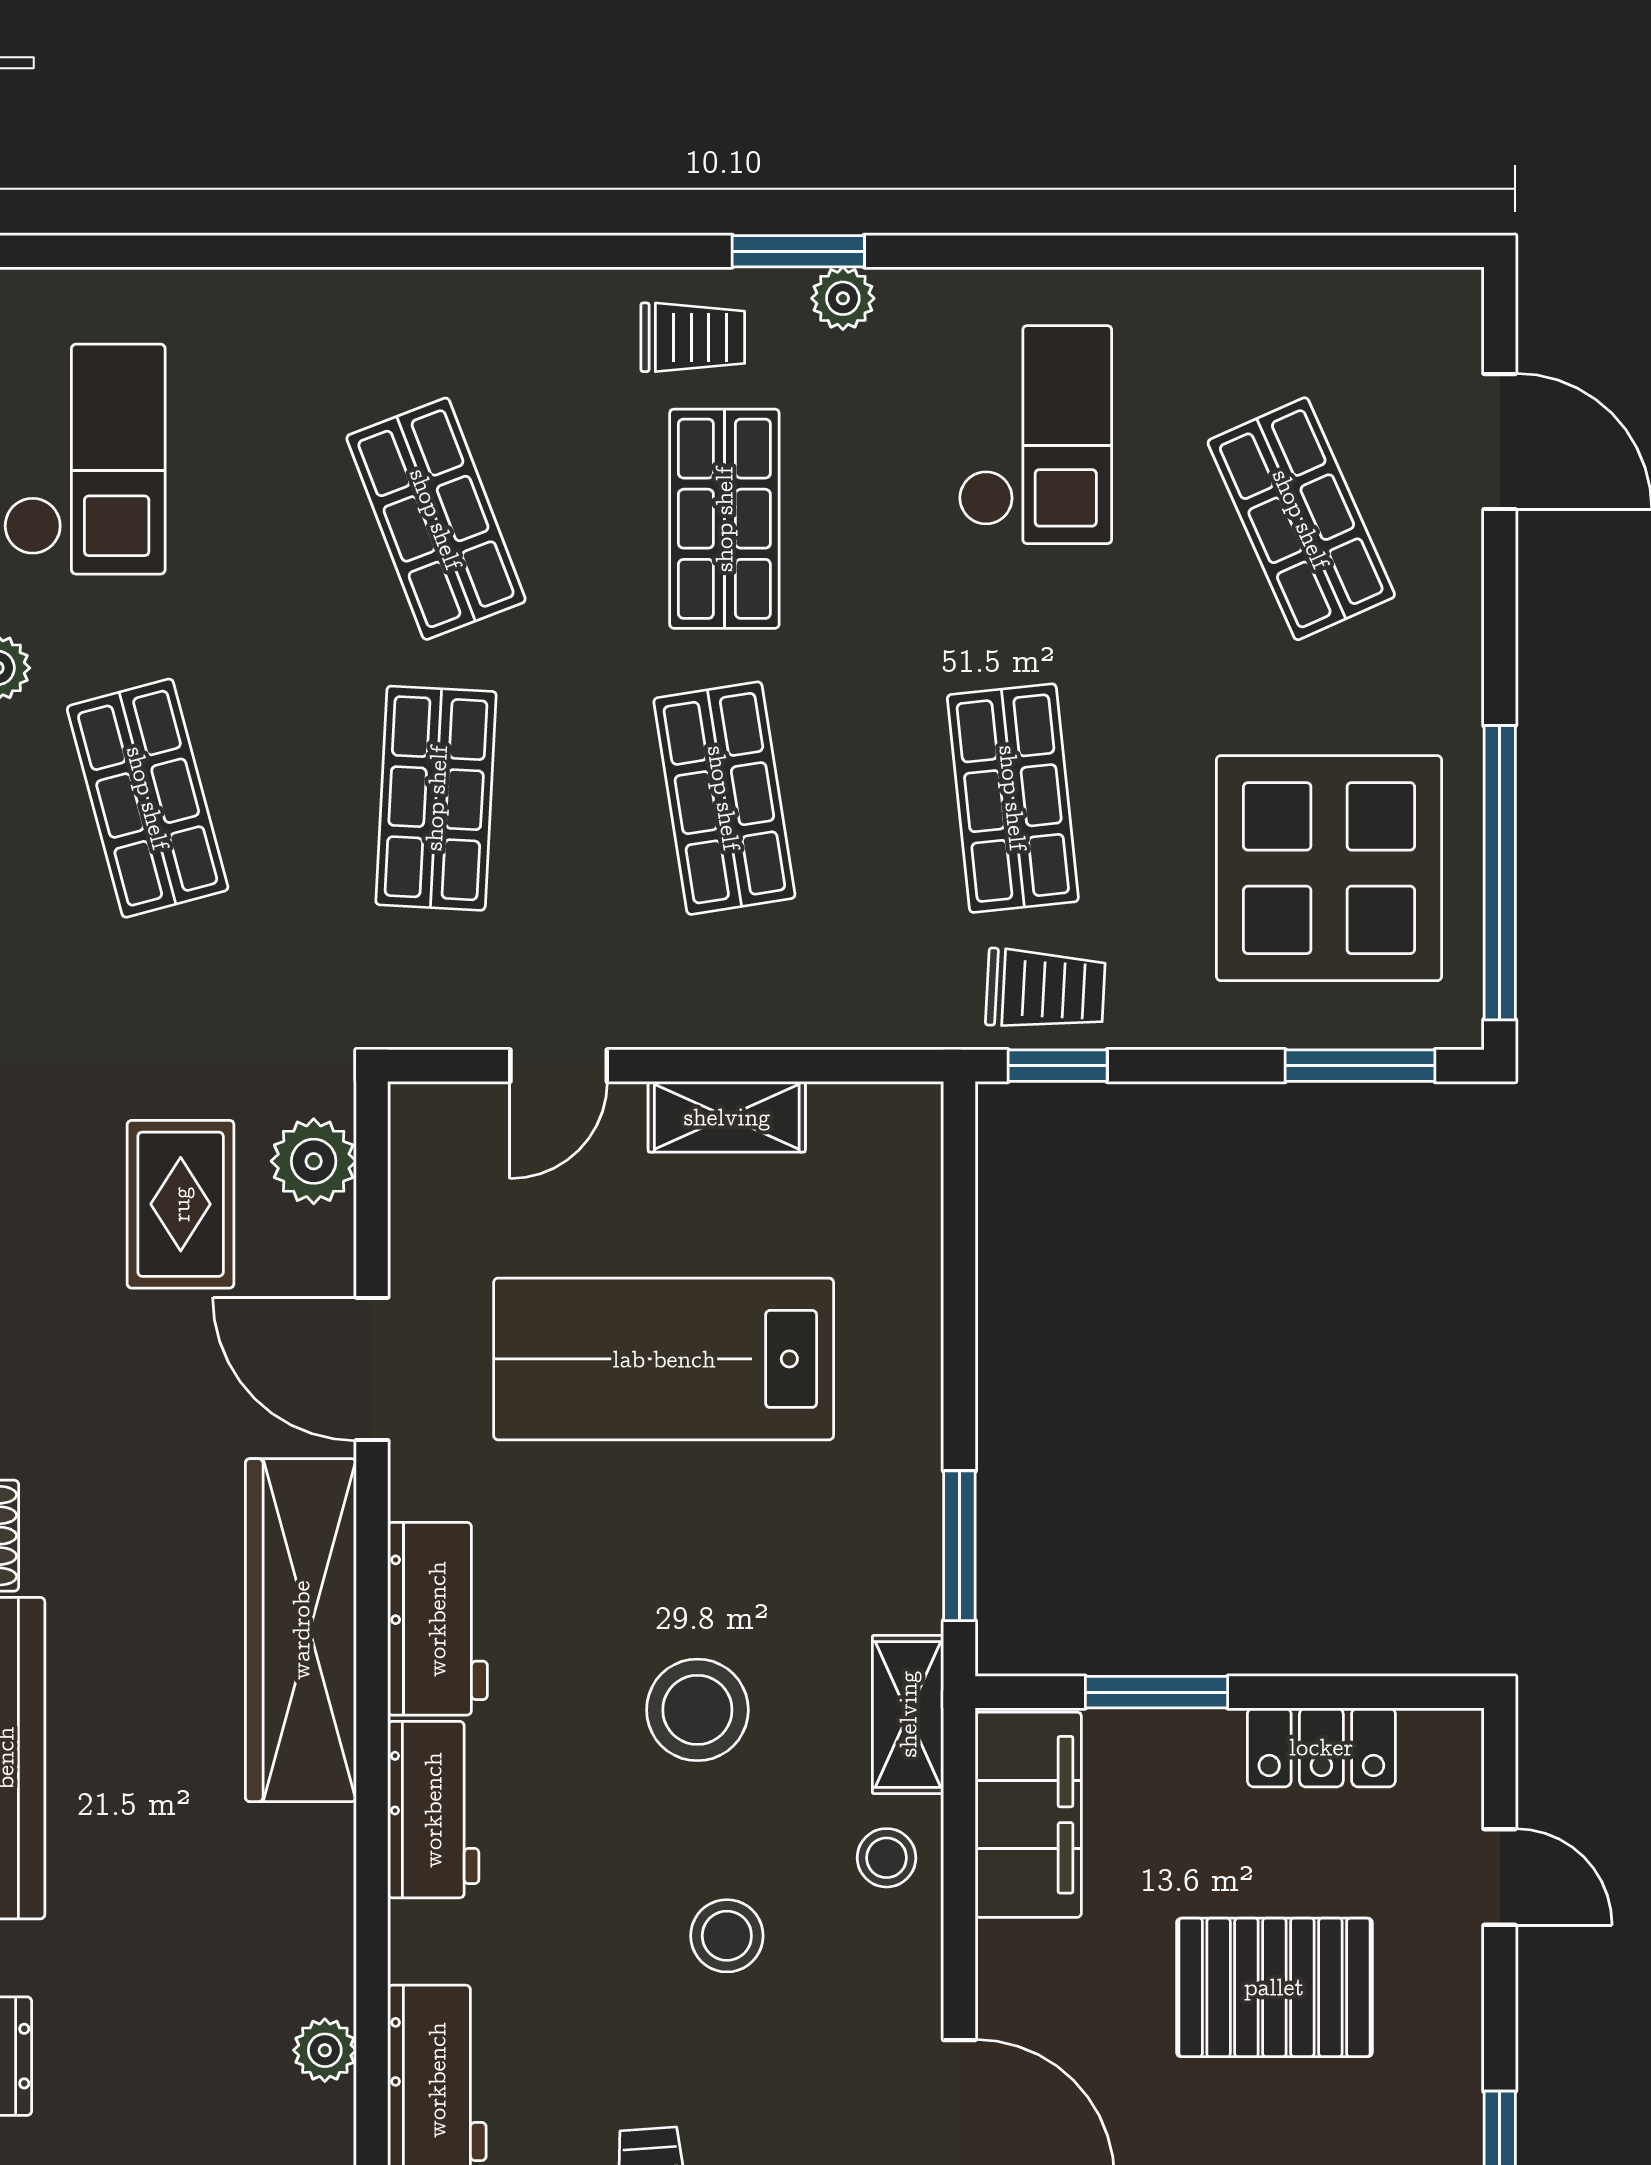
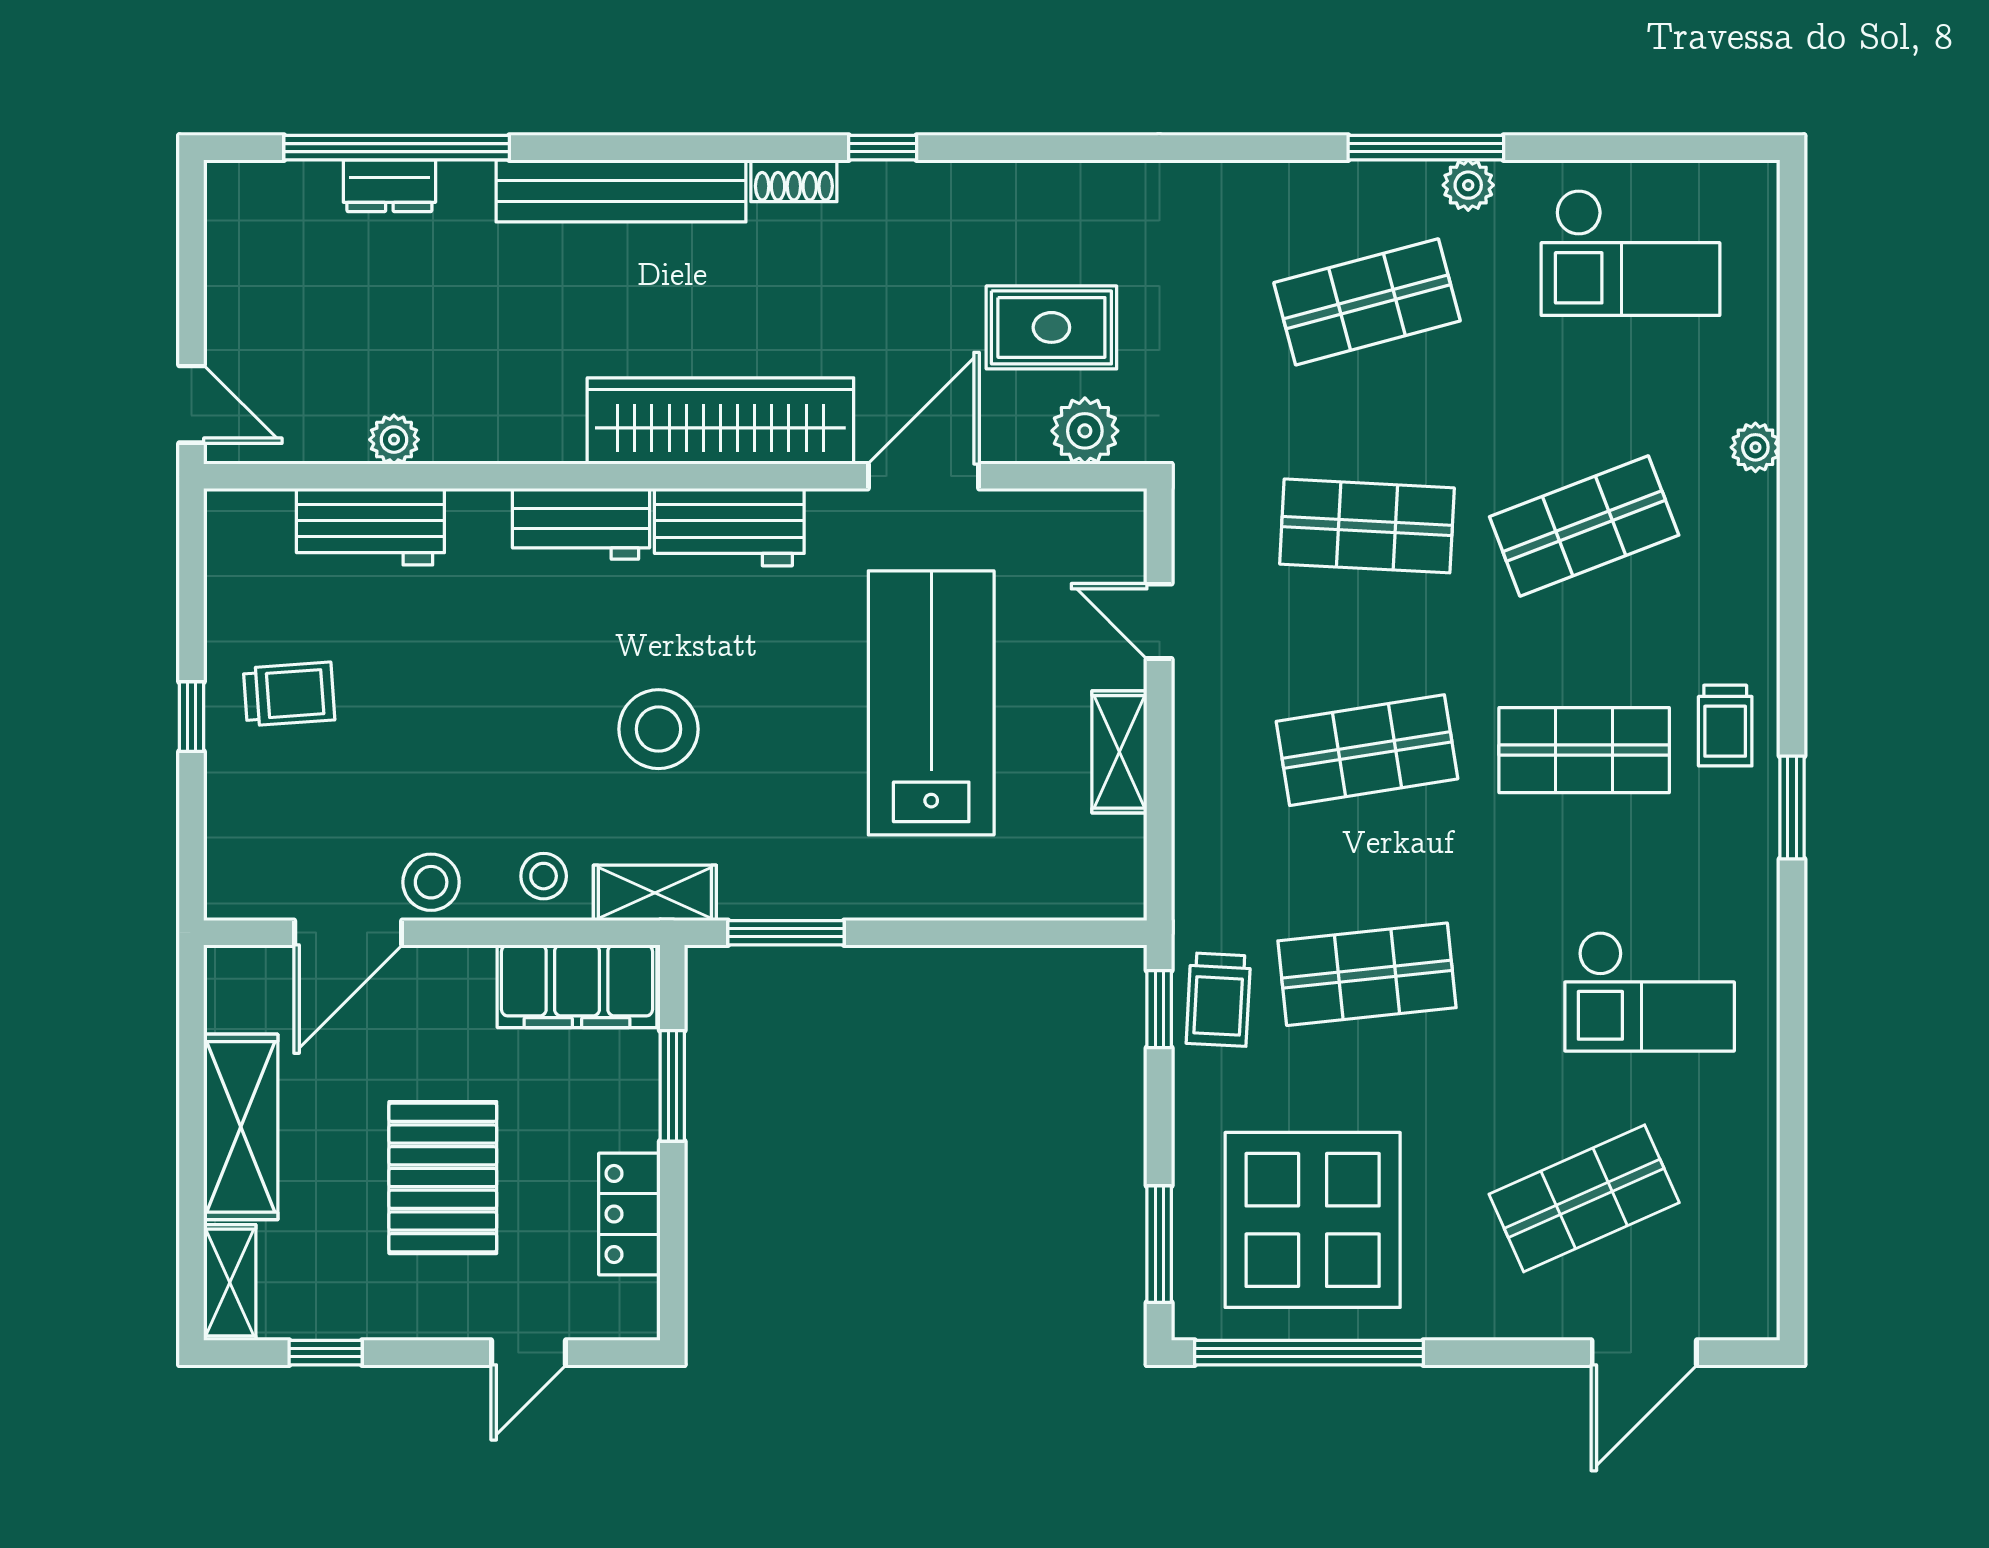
plant: (843, 298) -> (1755, 447), moved
stool: (727, 1936) -> (431, 882), moved

